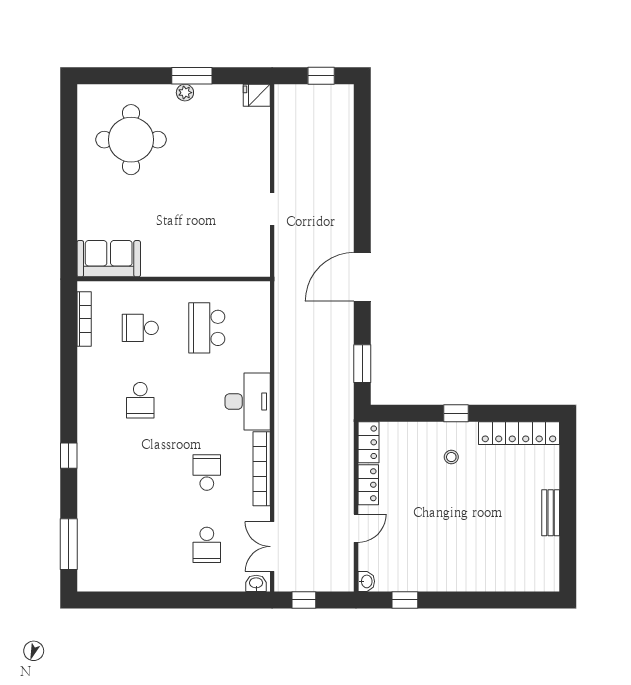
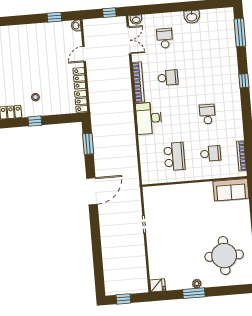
school desk: (207, 473) -> (168, 78), turned -90
washbasin: (154, 580) -> (192, 17), added

